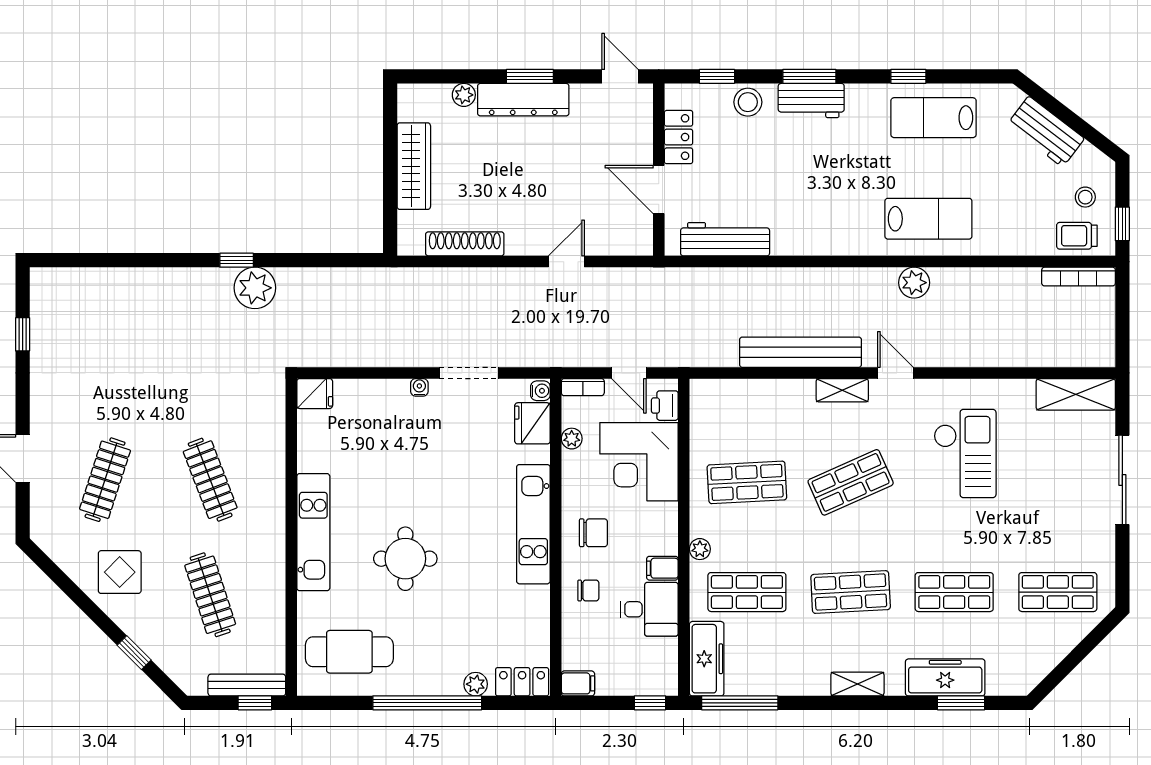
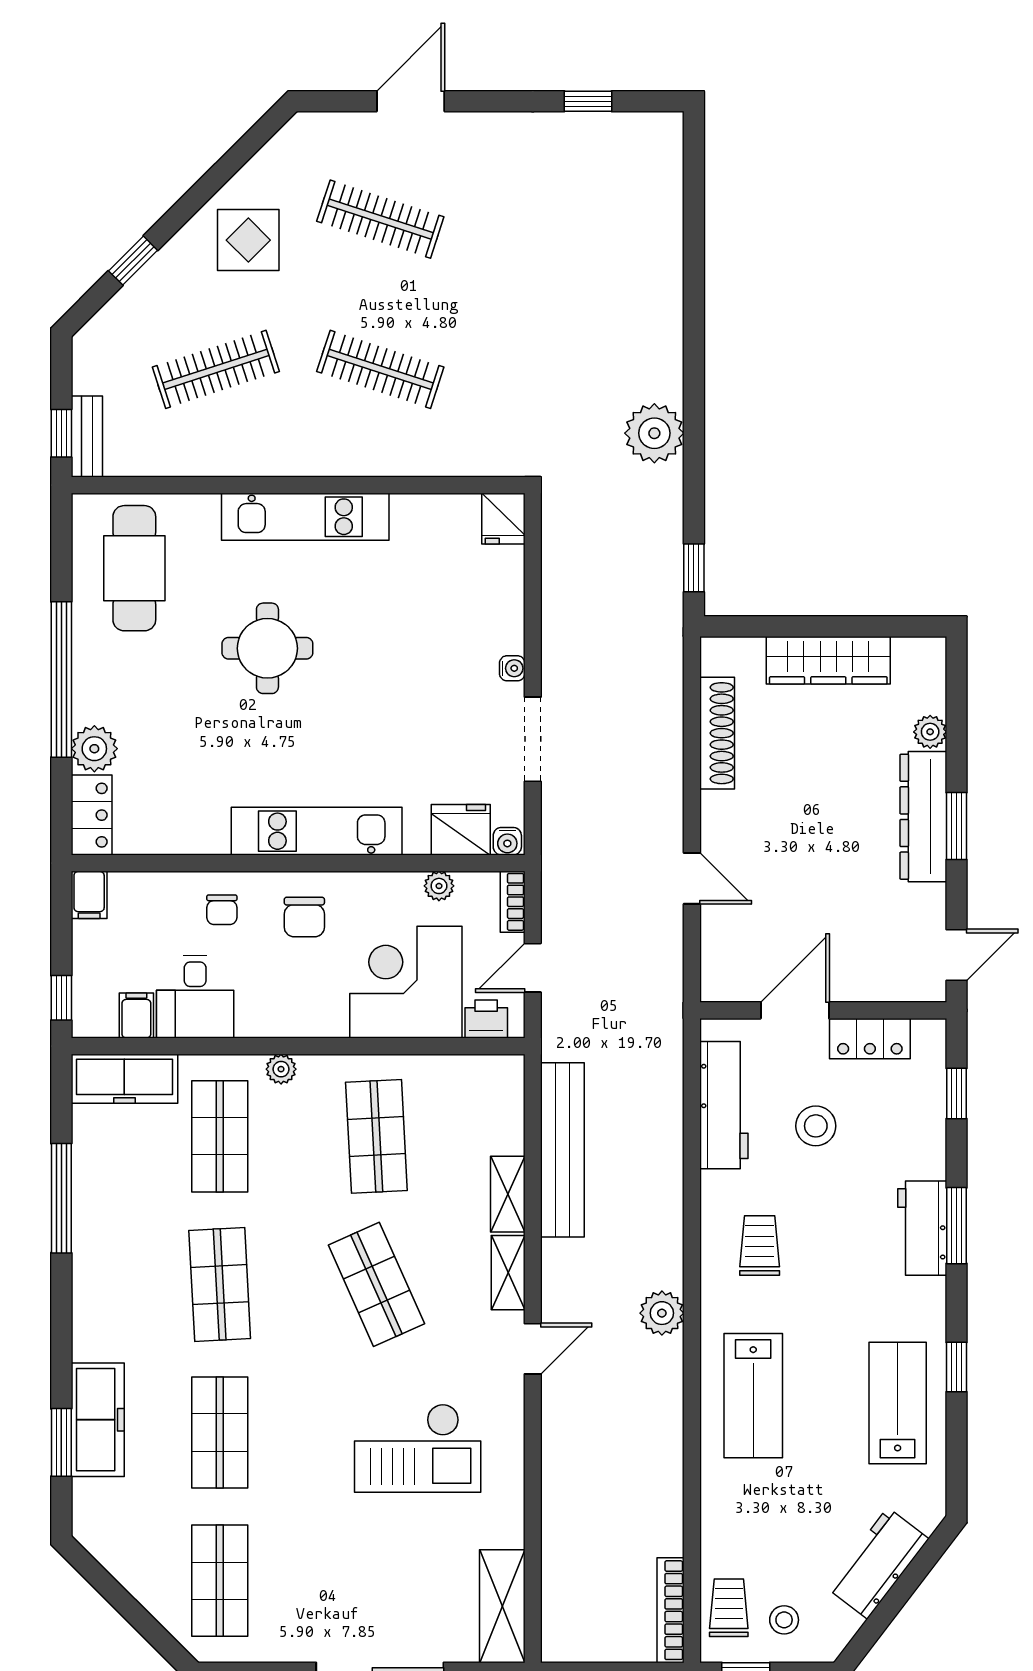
stool: (748, 102) -> (816, 1126), moved
trolley: (823, 214) -> (760, 1245), added
window: (237, 260) -> (694, 568), moved
plant: (914, 283) -> (662, 1313), moved
bench: (801, 352) -> (562, 1150), moved
clothes rail: (210, 480) -> (380, 369), turned 39
filing cabinet: (662, 568) -> (136, 1016), moved
plant: (476, 684) -> (94, 749), width x1.38, depth x1.38
shelving: (857, 684) -> (508, 1194), moved
bench: (247, 685) -> (87, 436), width x0.73
window: (740, 703) -> (61, 1198), moved

